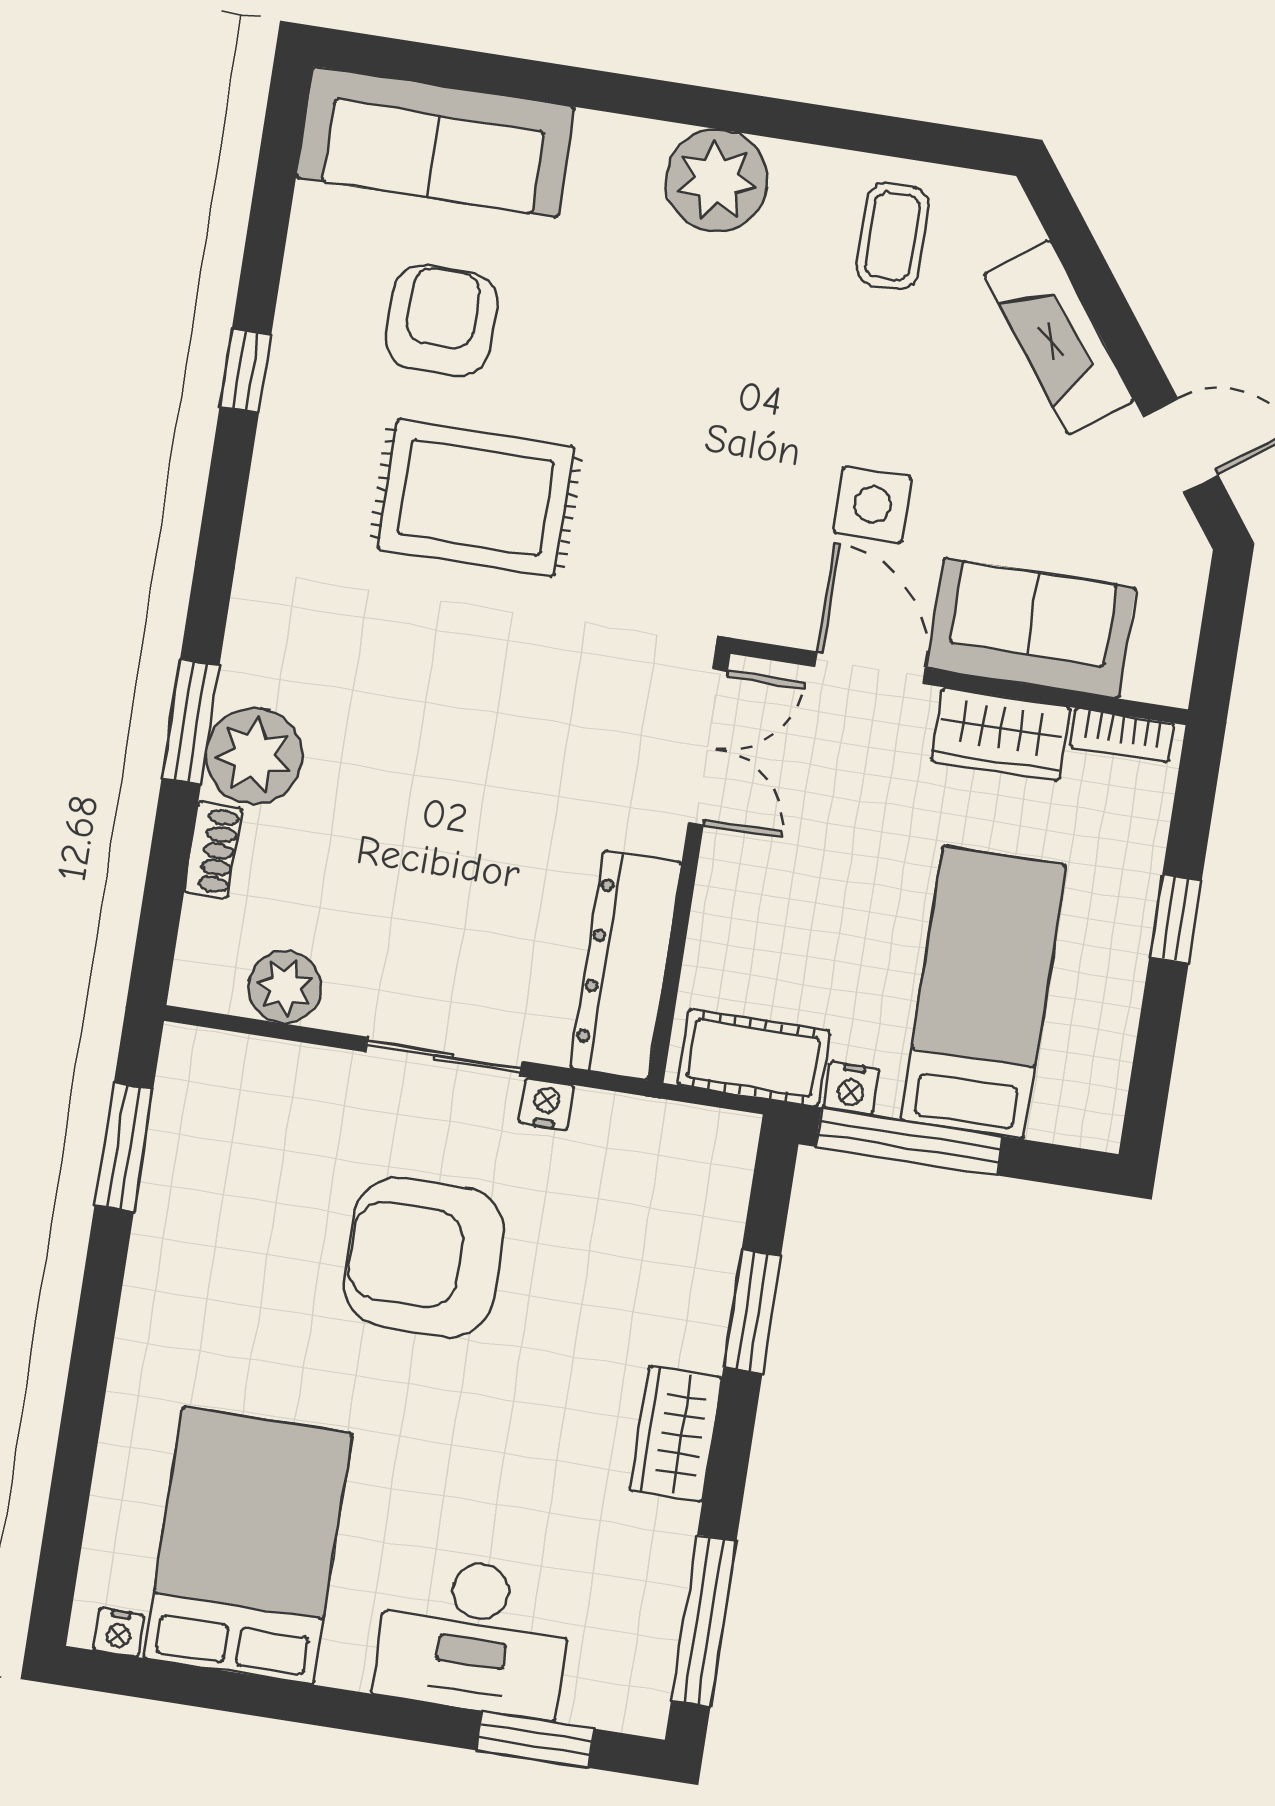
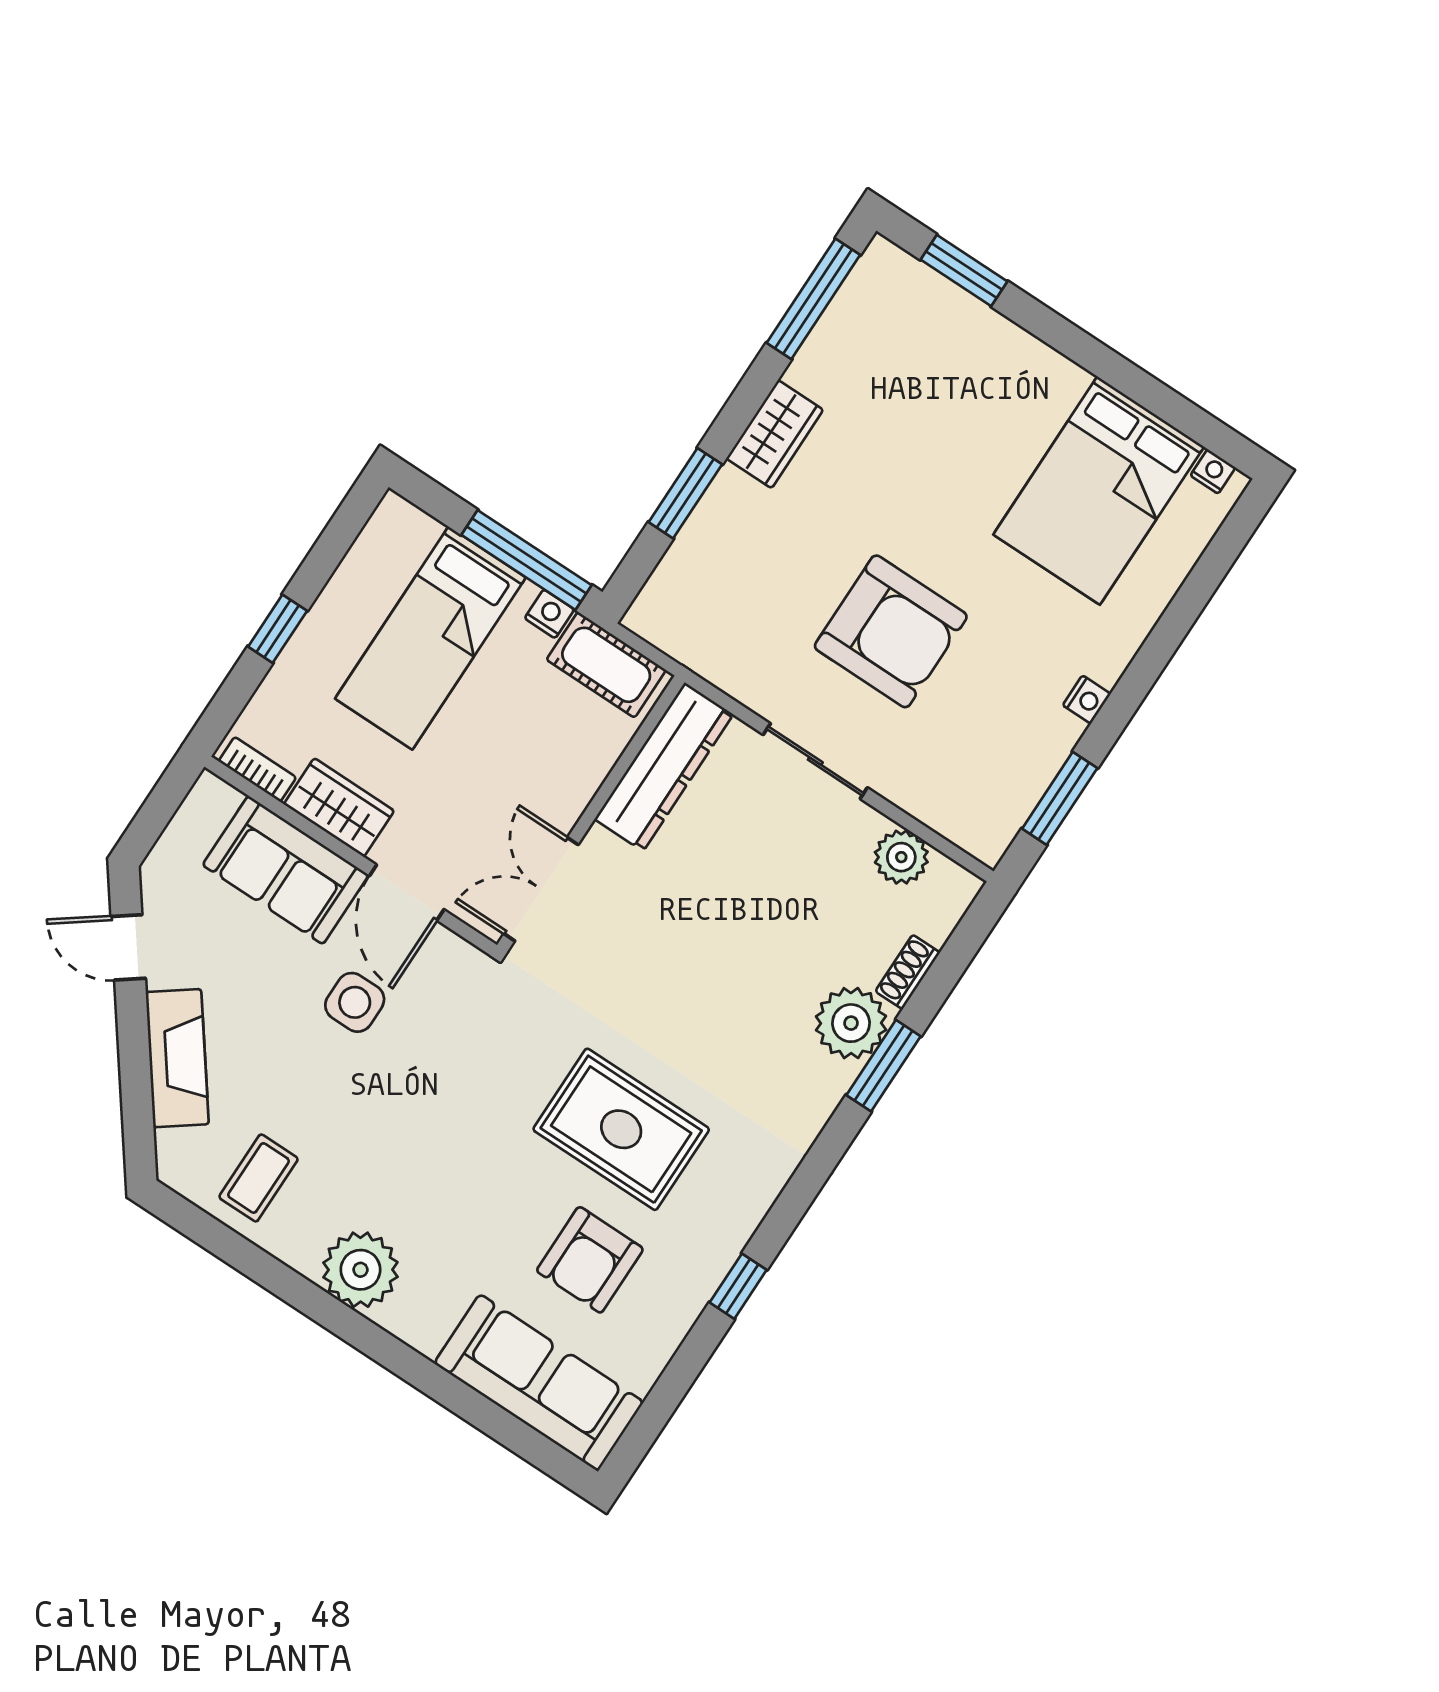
nightstand: (546, 1104) -> (1087, 700), moved, turned -90
desk: (474, 1636) -> (974, 360), removed

